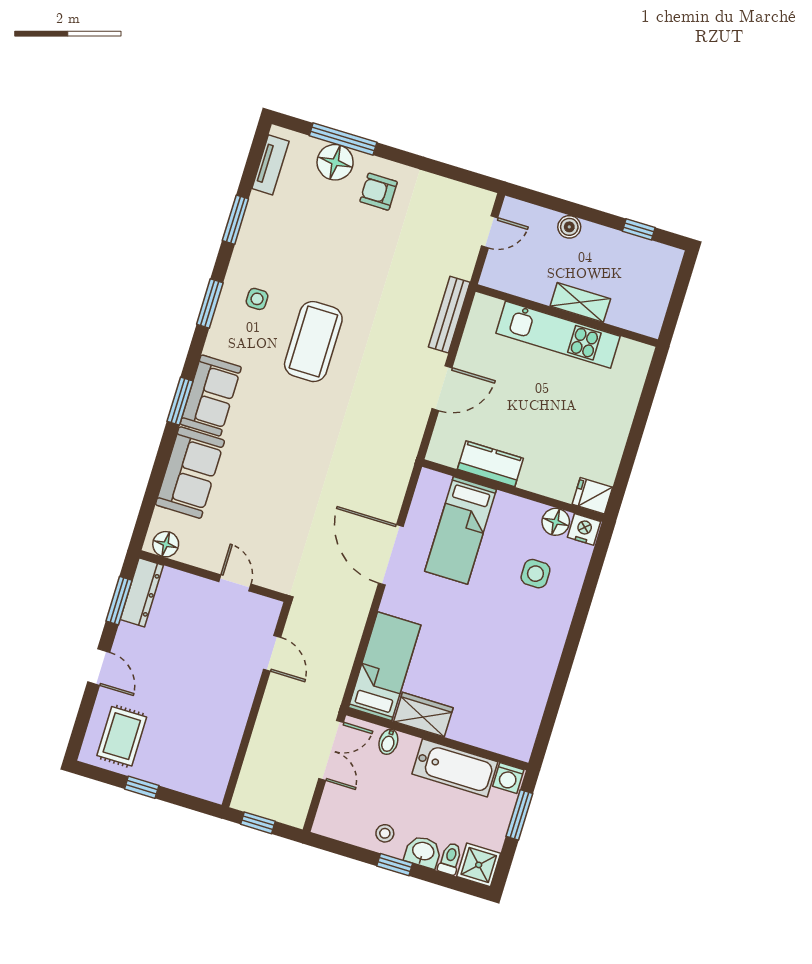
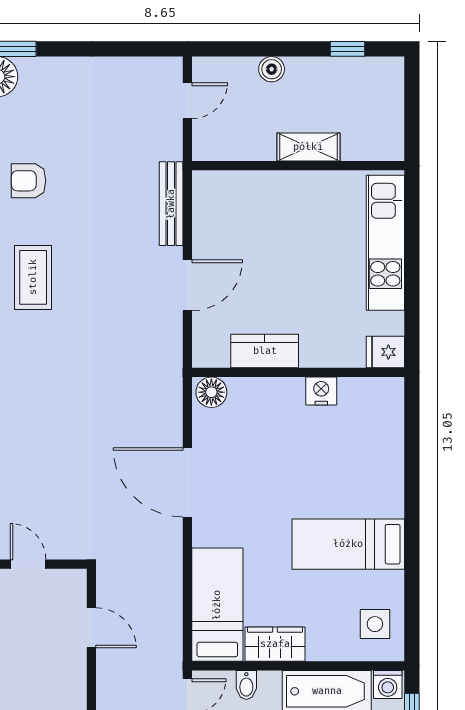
armchair: (379, 192) -> (29, 181), moved
kitchen unit: (558, 335) -> (385, 243), moved, turned 90
coffee table: (313, 342) -> (33, 277), width x0.73, depth x0.76
floor lamp: (556, 522) -> (211, 392), moved
nightstand: (584, 529) -> (321, 391), moved
bed: (461, 530) -> (348, 544), moved, turned 90
side table: (535, 574) -> (375, 624), moved

